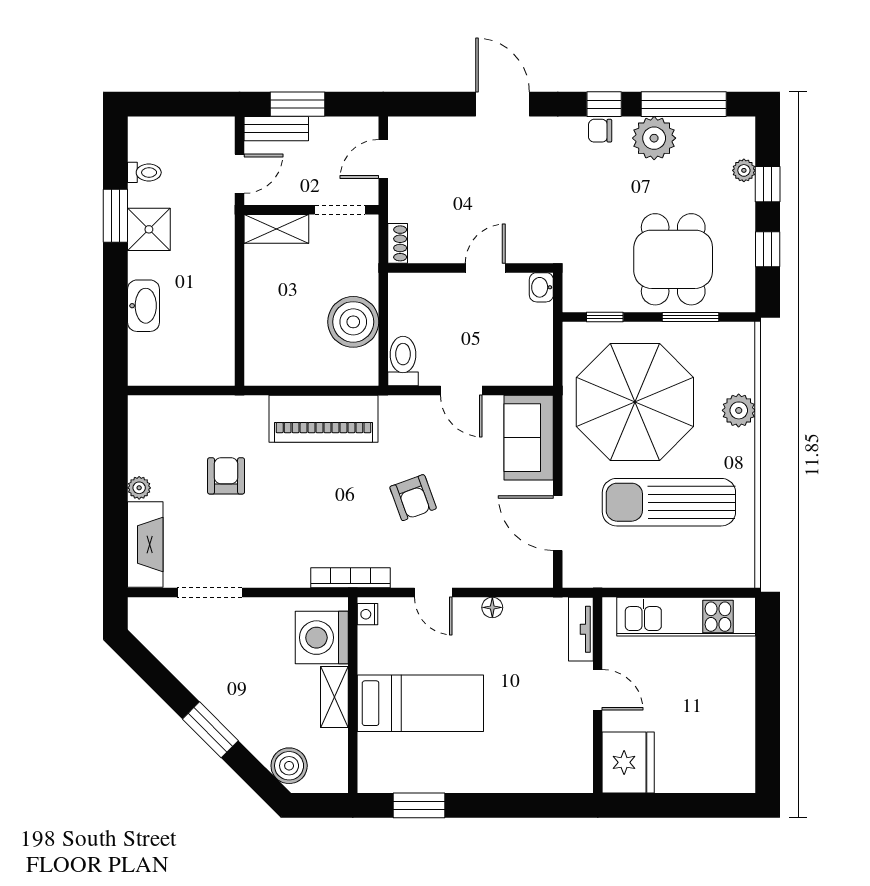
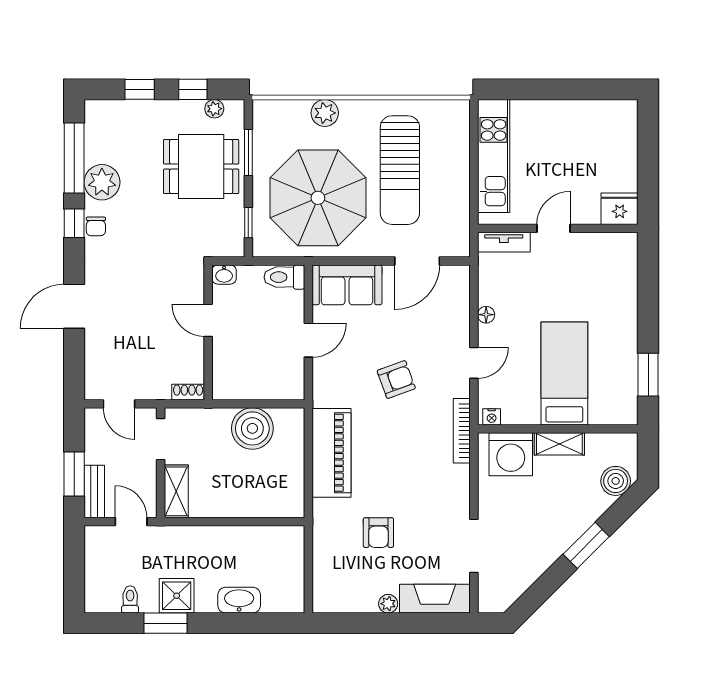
plant: (744, 170) -> (214, 109), moved
toilet: (403, 361) -> (284, 277), moved
armchair: (226, 476) -> (378, 533), turned -90
fridge: (628, 762) -> (620, 209), width x0.73, depth x0.75

